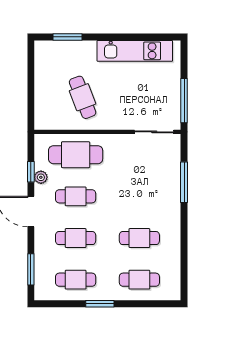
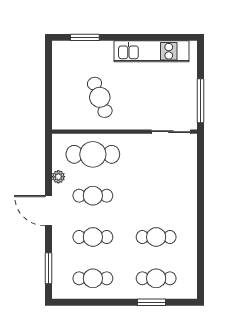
window: (31, 172) -> (48, 171), removed
window: (184, 182) -> (200, 182), removed
window: (100, 304) -> (151, 302), moved

